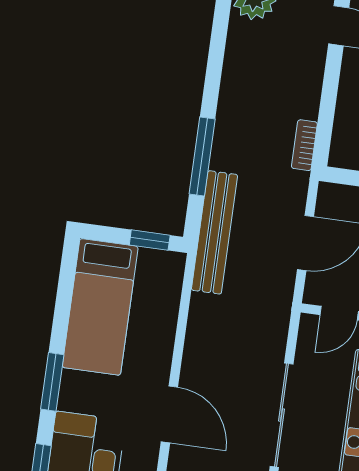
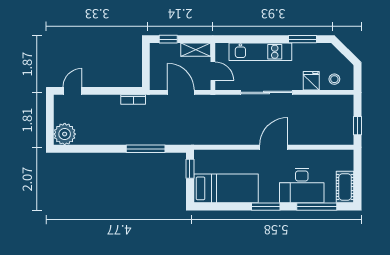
bench: (215, 232) -> (182, 138), removed

